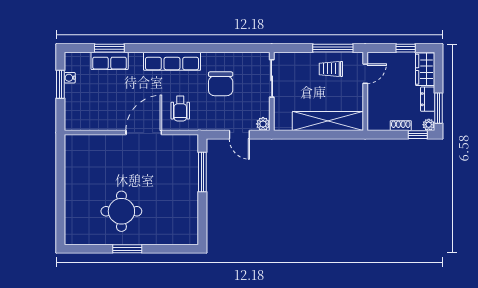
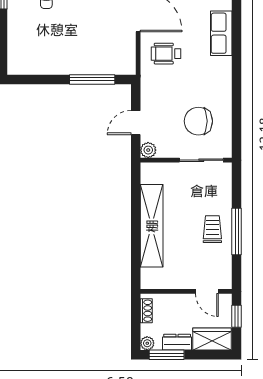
row of seats: (172, 61) -> (221, 33), width x0.68
door: (365, 74) -> (207, 291), moved
chair: (221, 84) -> (198, 121), moved
wall: (365, 91) -> (186, 291), moved
window: (418, 135) -> (136, 331), removed

